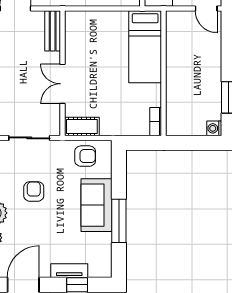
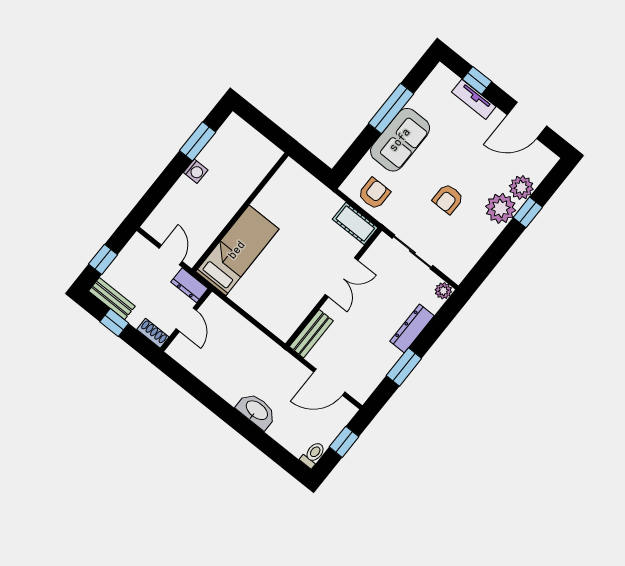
door: (206, 8) -> (171, 255), moved
bookcase: (156, 122) -> (283, 173), removed
washing machine: (214, 128) -> (196, 171), moved
armchair: (85, 156) -> (374, 194), turned 90

